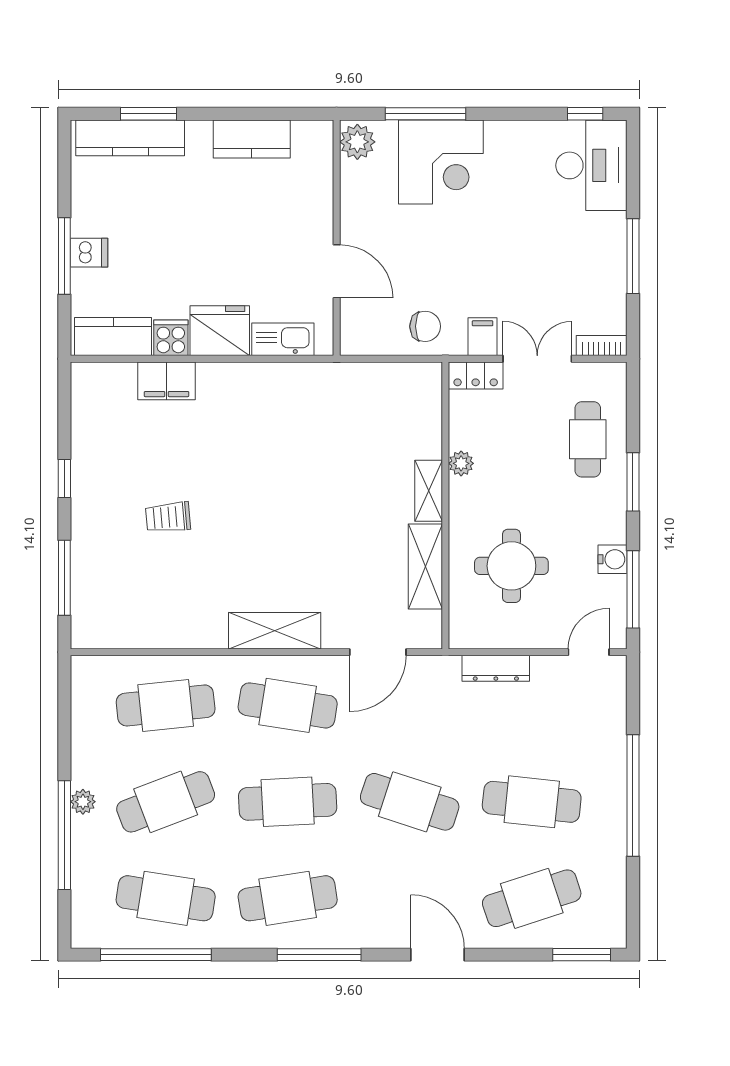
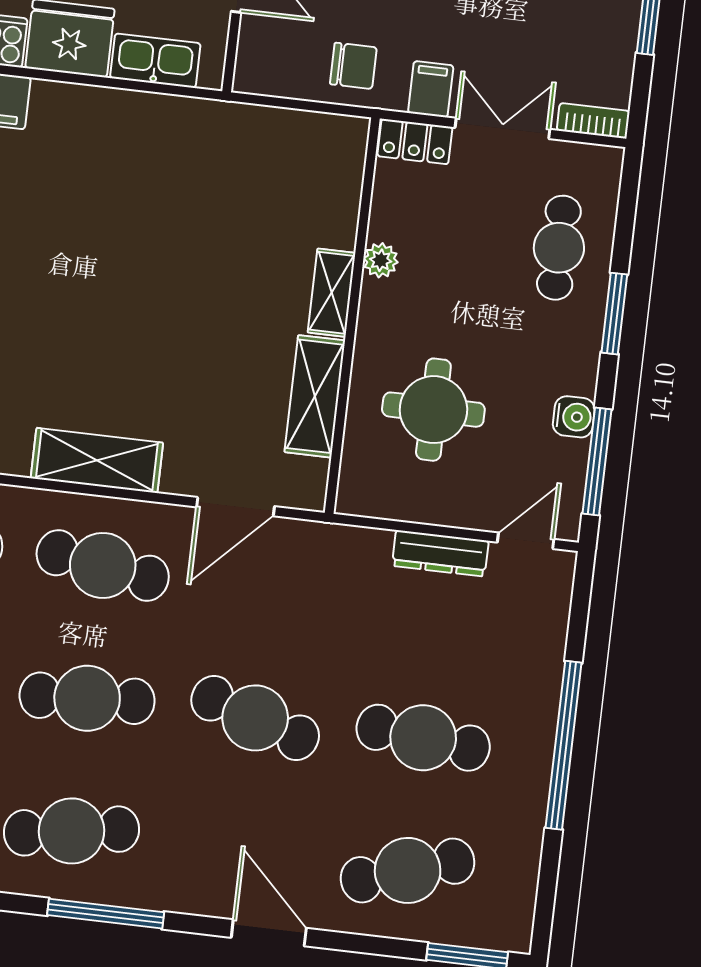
dresser: (496, 668) -> (440, 553), moved

